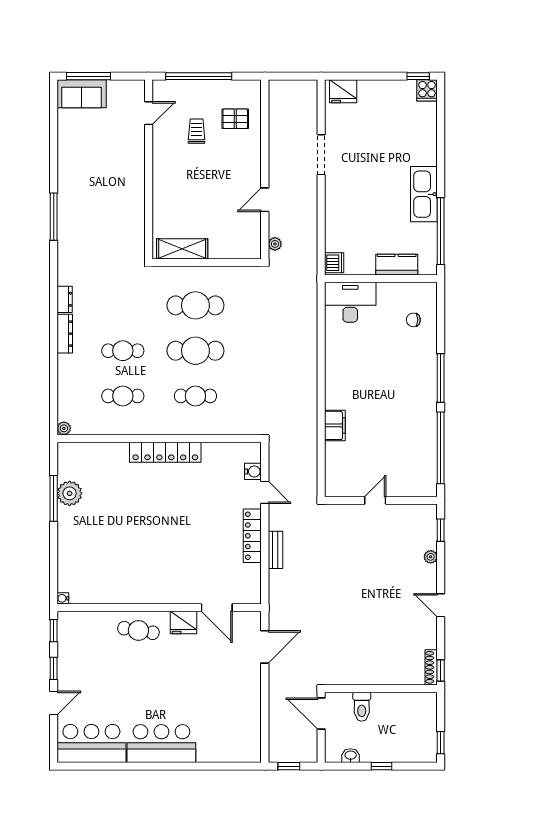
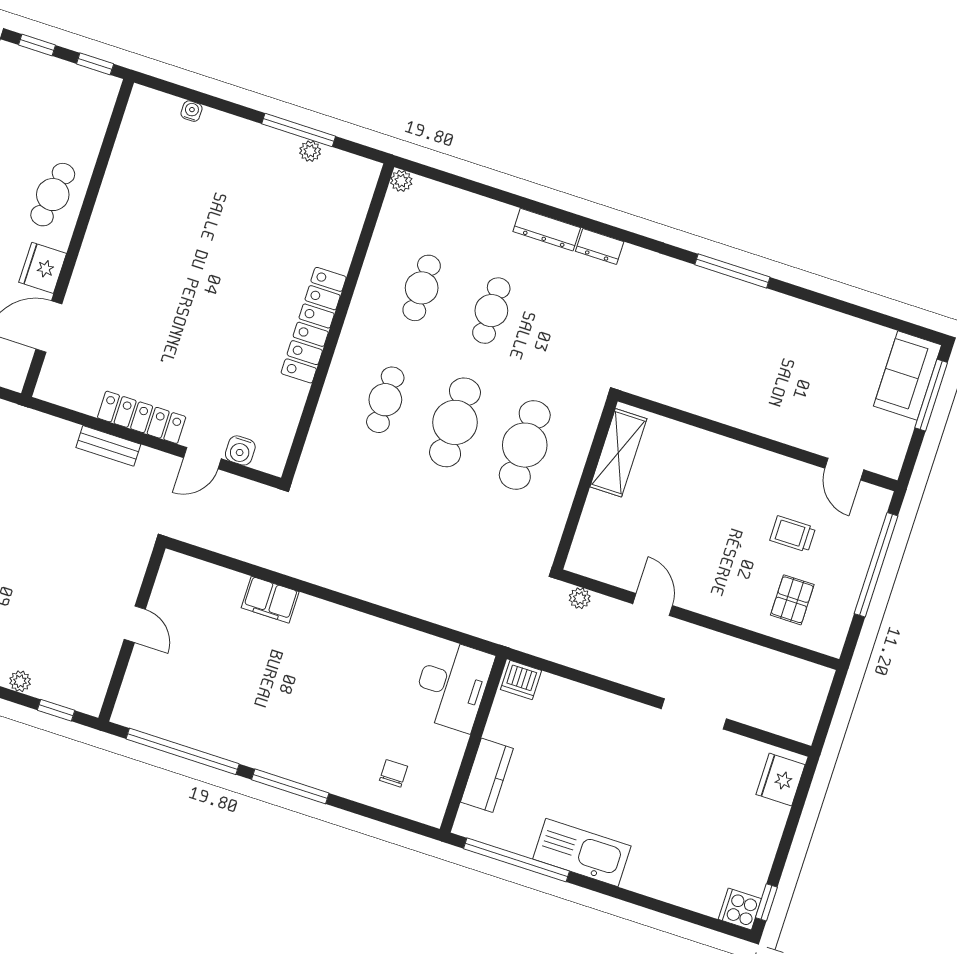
trolley: (197, 131) -> (793, 534), turned 180
plant: (70, 493) -> (310, 151), width x0.53, depth x0.53
water cooler: (63, 598) -> (191, 111), moved

